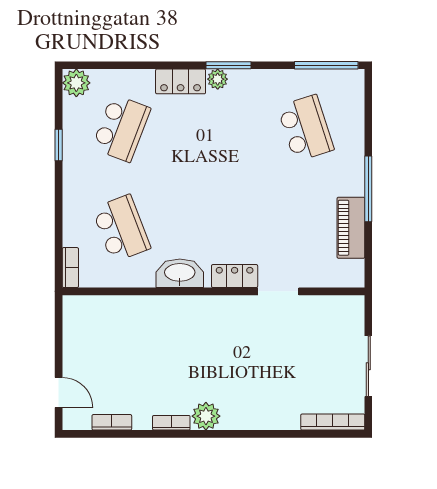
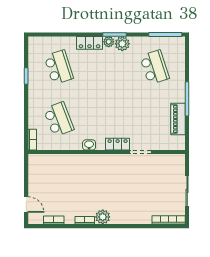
plant: (76, 83) -> (122, 44), moved
school desk: (121, 128) -> (59, 67), turned -39
washbasin: (180, 273) -> (89, 145), width x0.52, depth x0.69

